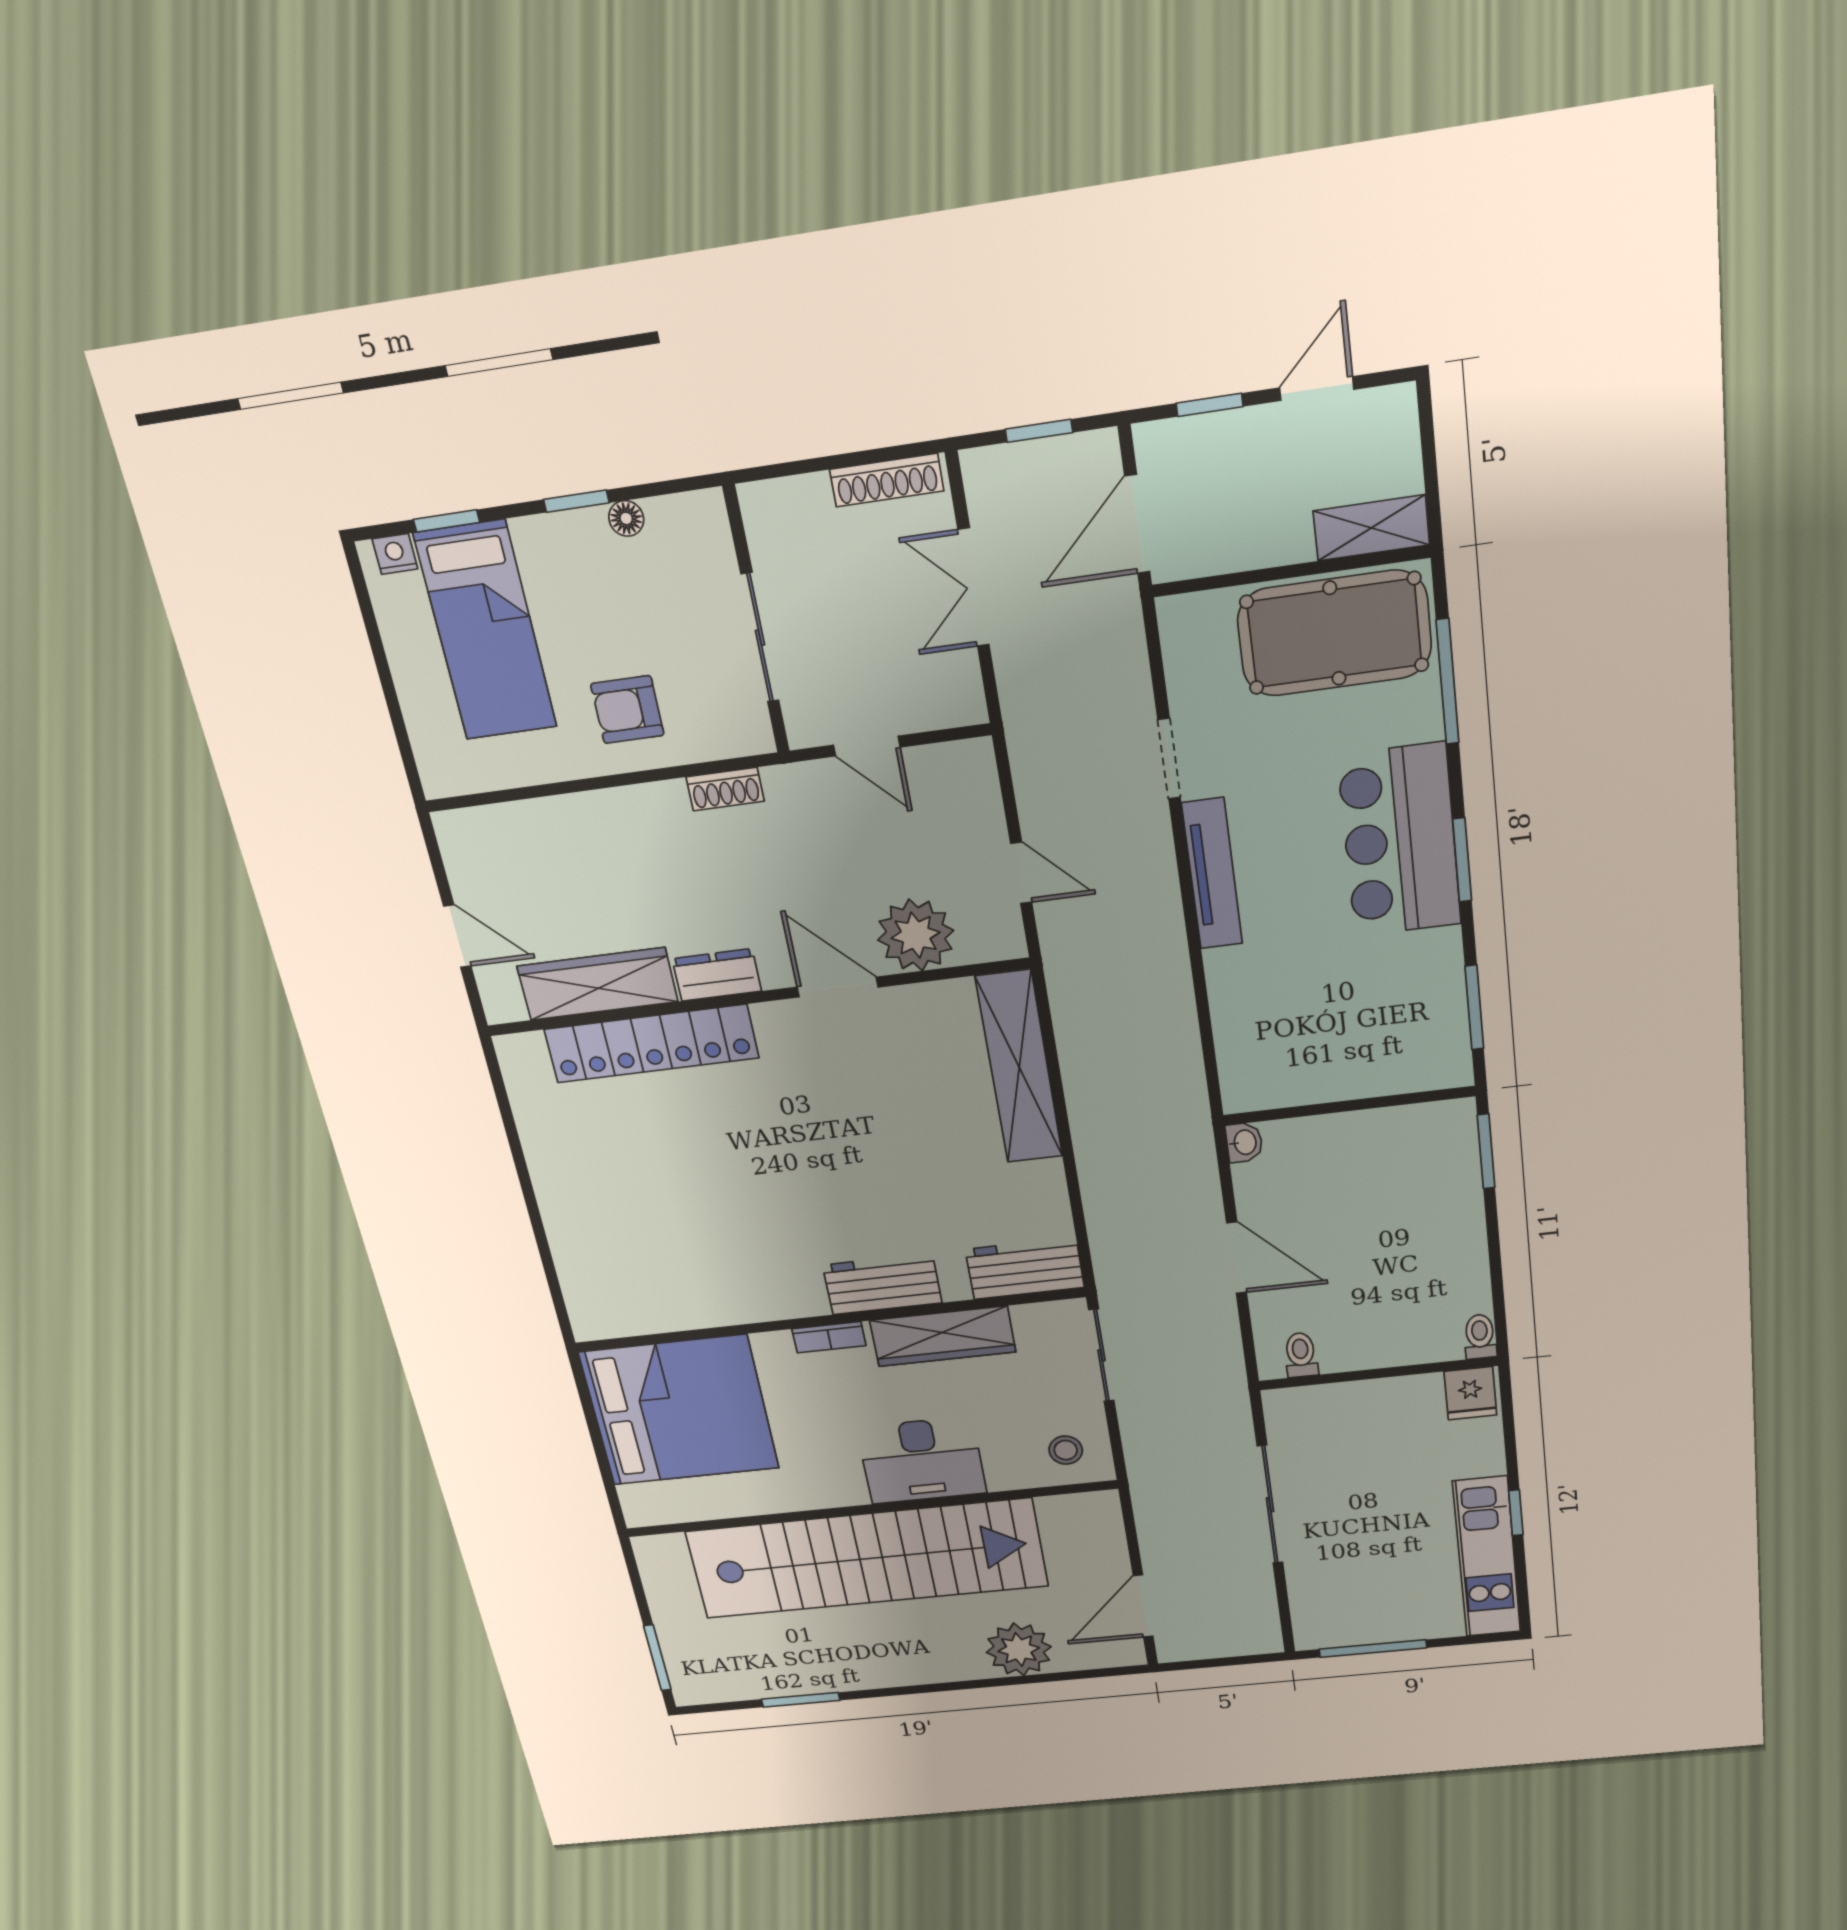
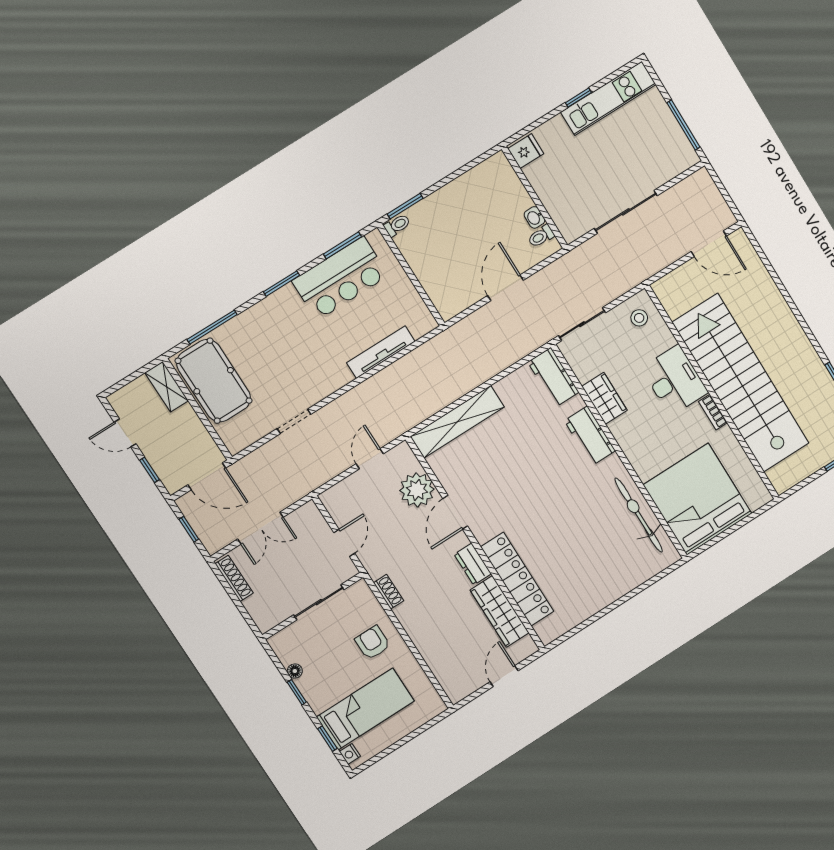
armchair: (627, 710) -> (373, 643), turned 180
bar counter: (1400, 840) -> (340, 278), moved
tv unit: (1212, 874) -> (381, 352), moved
washbasin: (1244, 1142) -> (534, 217), moved, turned -90
bicycle: (691, 1304) -> (639, 515), added
wardrobe: (943, 1336) -> (604, 398), width x0.67
bookcase: (829, 1337) -> (713, 412), moved, turned 180
toilet: (1480, 1337) -> (397, 225), moved, turned 180
plant: (1019, 1649) -> (760, 291), removed

